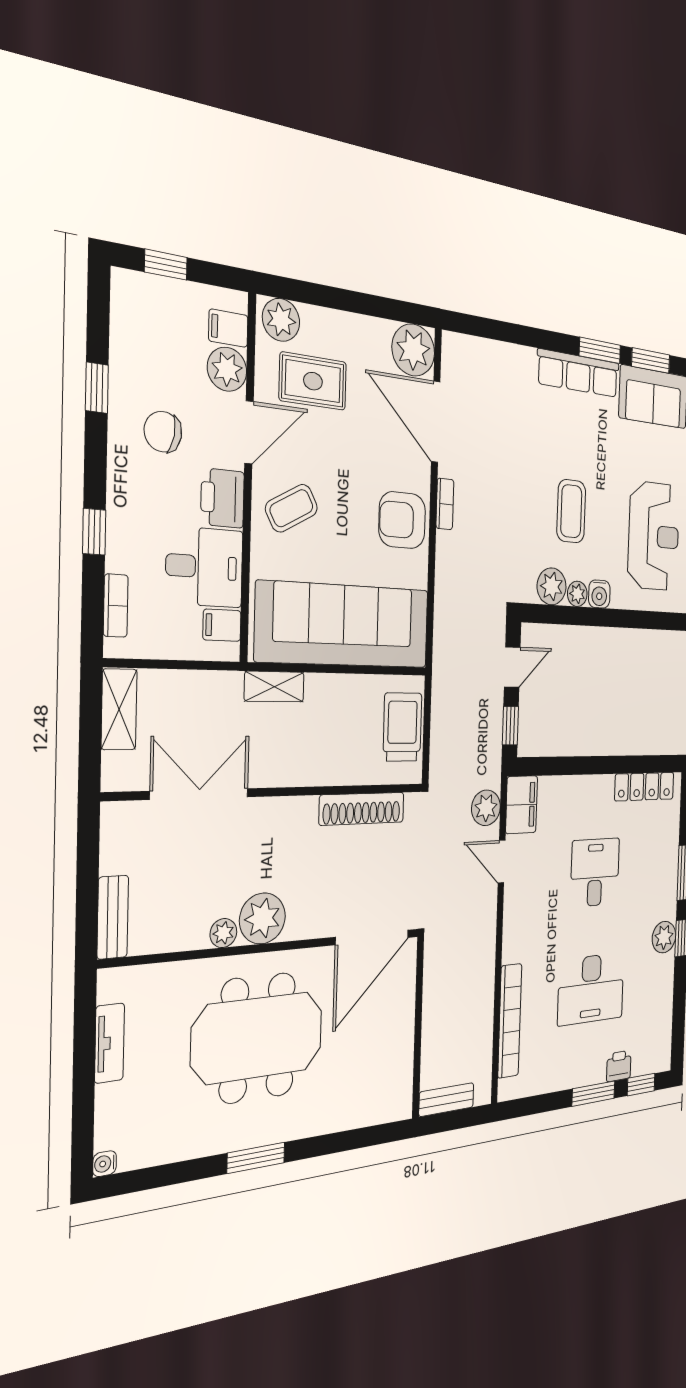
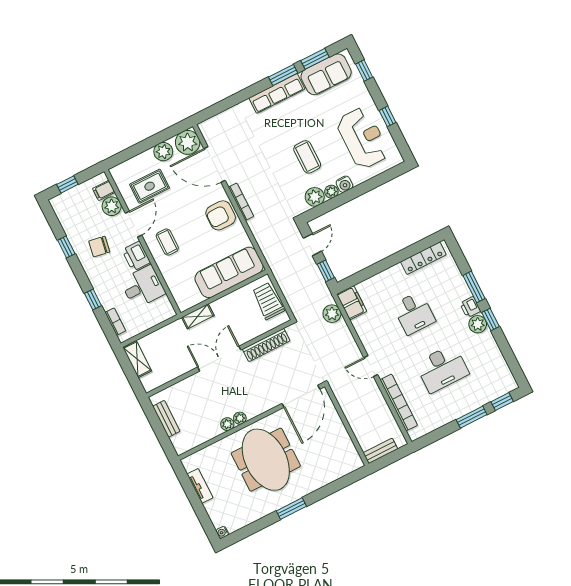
plant: (281, 320) -> (163, 152), moved
bookcase: (445, 504) -> (241, 202), width x1.56
coffee table: (291, 508) -> (167, 242), turned -61
filing cabinet: (222, 625) -> (162, 305), removed
sofa: (344, 625) -> (229, 272), width x0.74, depth x0.79
double door: (200, 794) -> (219, 359), moved
door: (502, 862) -> (371, 366), moved
desk: (595, 872) -> (414, 313), turned 180
bench: (113, 917) -> (166, 419), moved
plant: (262, 918) -> (240, 418), width x0.53, depth x0.53
meeting table: (257, 1038) -> (266, 460), turned 90
printer: (619, 1066) -> (470, 307), moved, turned -90

